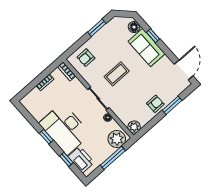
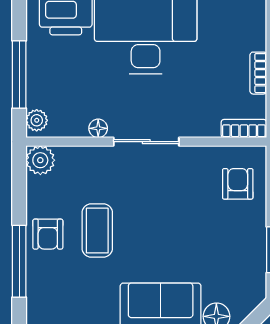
coffee table: (117, 74) -> (97, 231), moved
window: (172, 105) -> (19, 261), width x1.44
plant: (117, 139) -> (37, 120), width x0.53, depth x0.53

